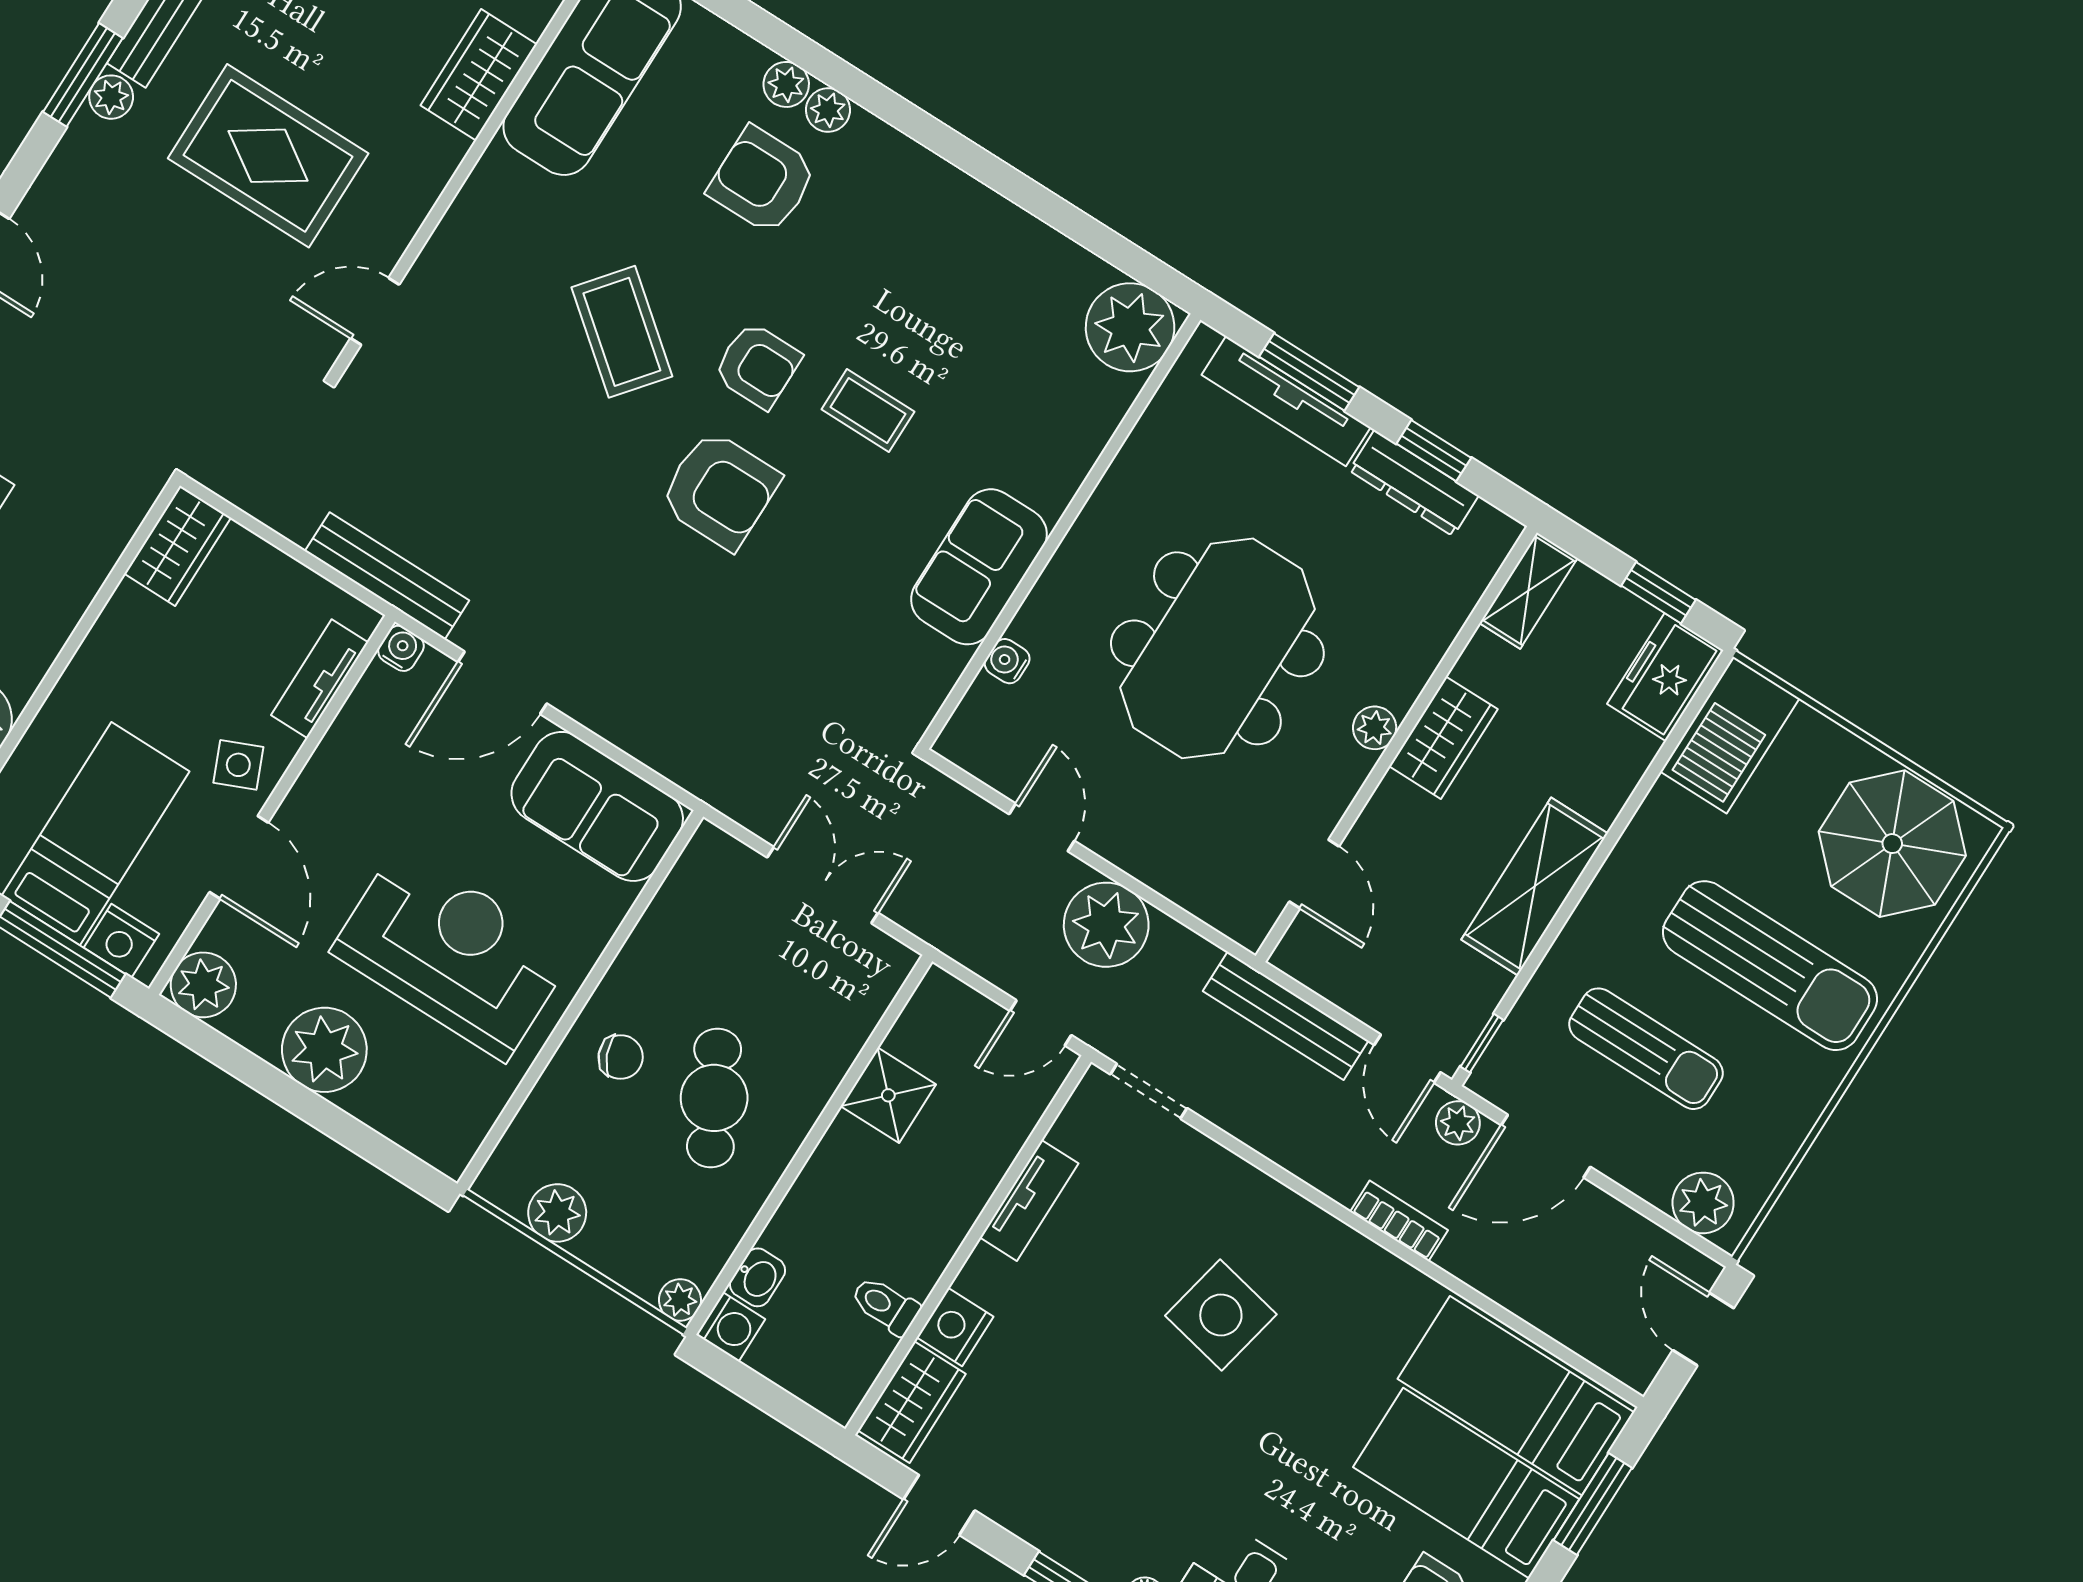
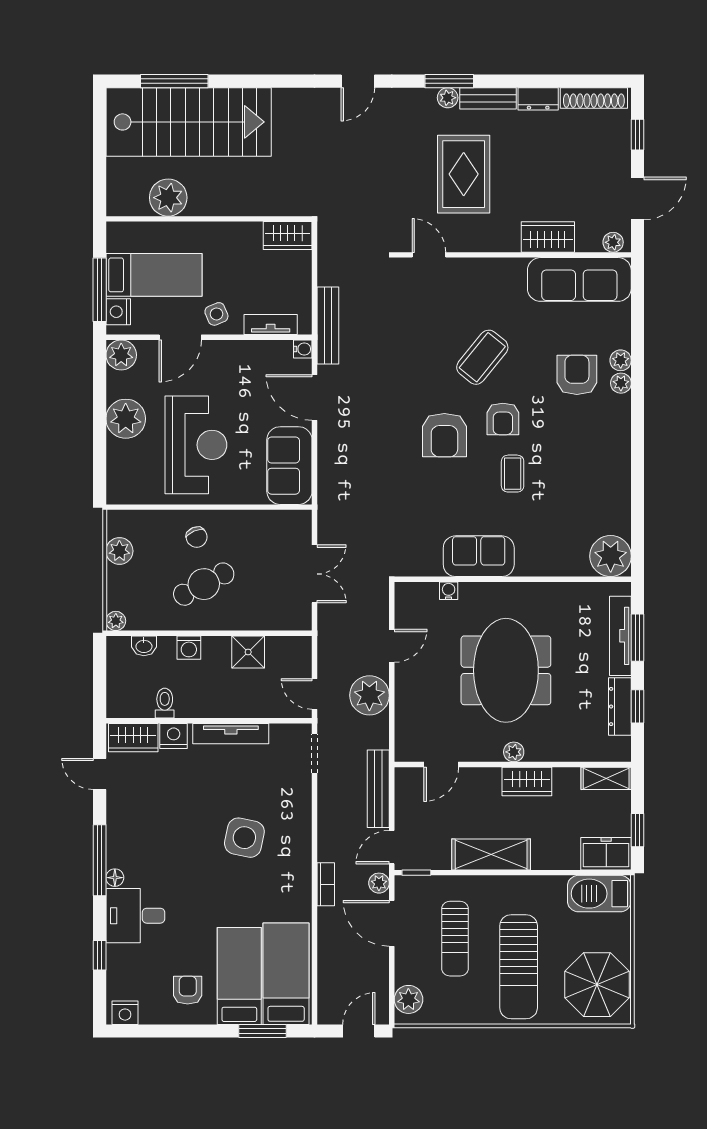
meeting table: (1217, 648) -> (506, 670), turned 90
tv unit: (1029, 1200) -> (231, 734), width x1.41
washing machine: (731, 1327) -> (189, 648), moved

